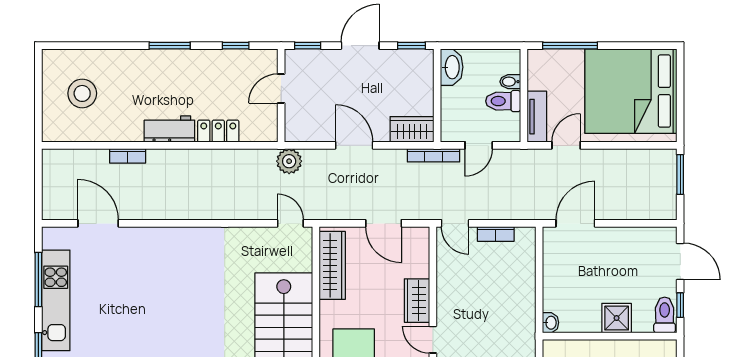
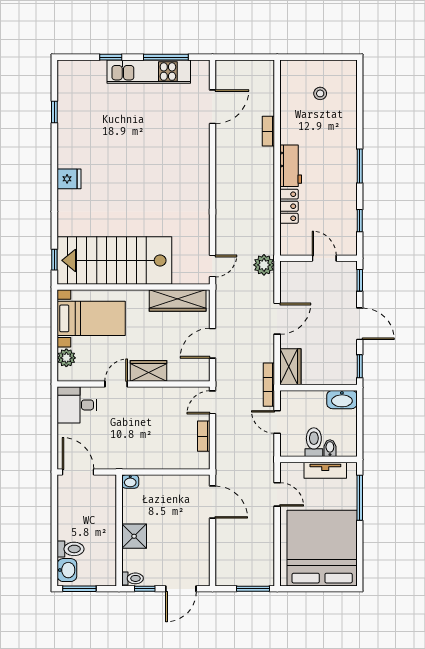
stool: (82, 93) -> (320, 93), width x0.53, depth x0.53
tv unit: (537, 117) -> (325, 470), moved
toilet: (665, 315) -> (132, 578), width x0.73, depth x0.72

